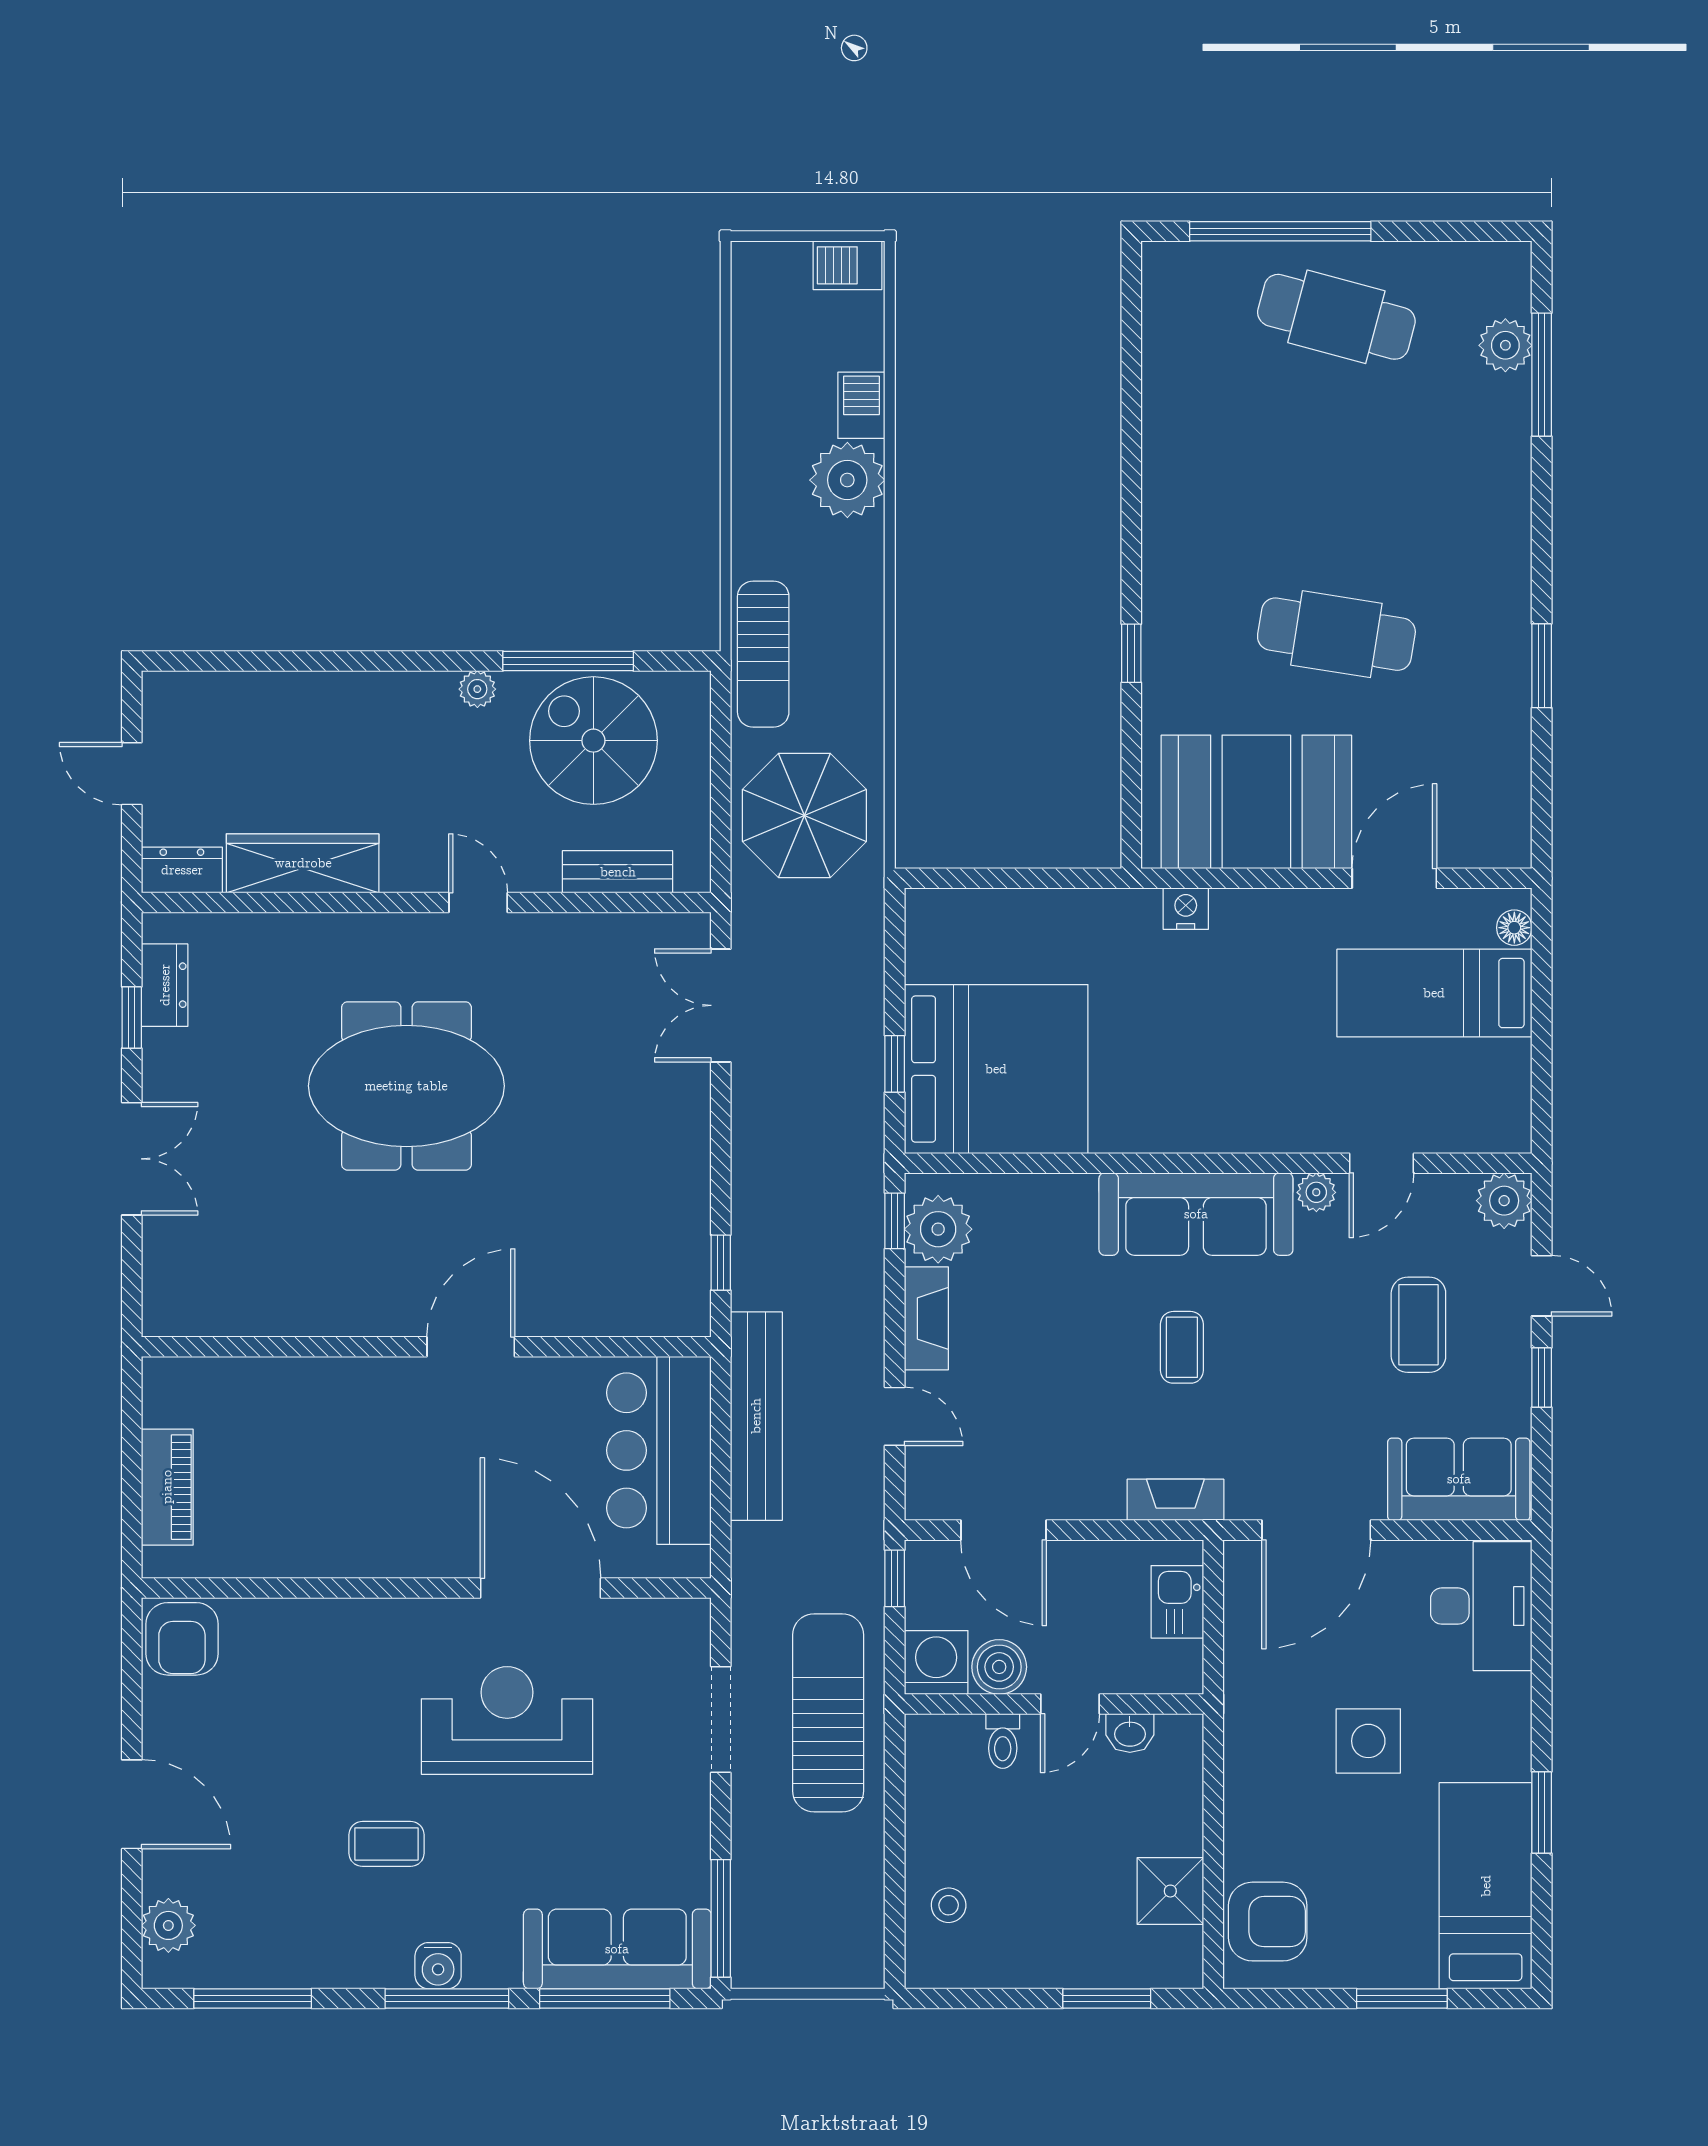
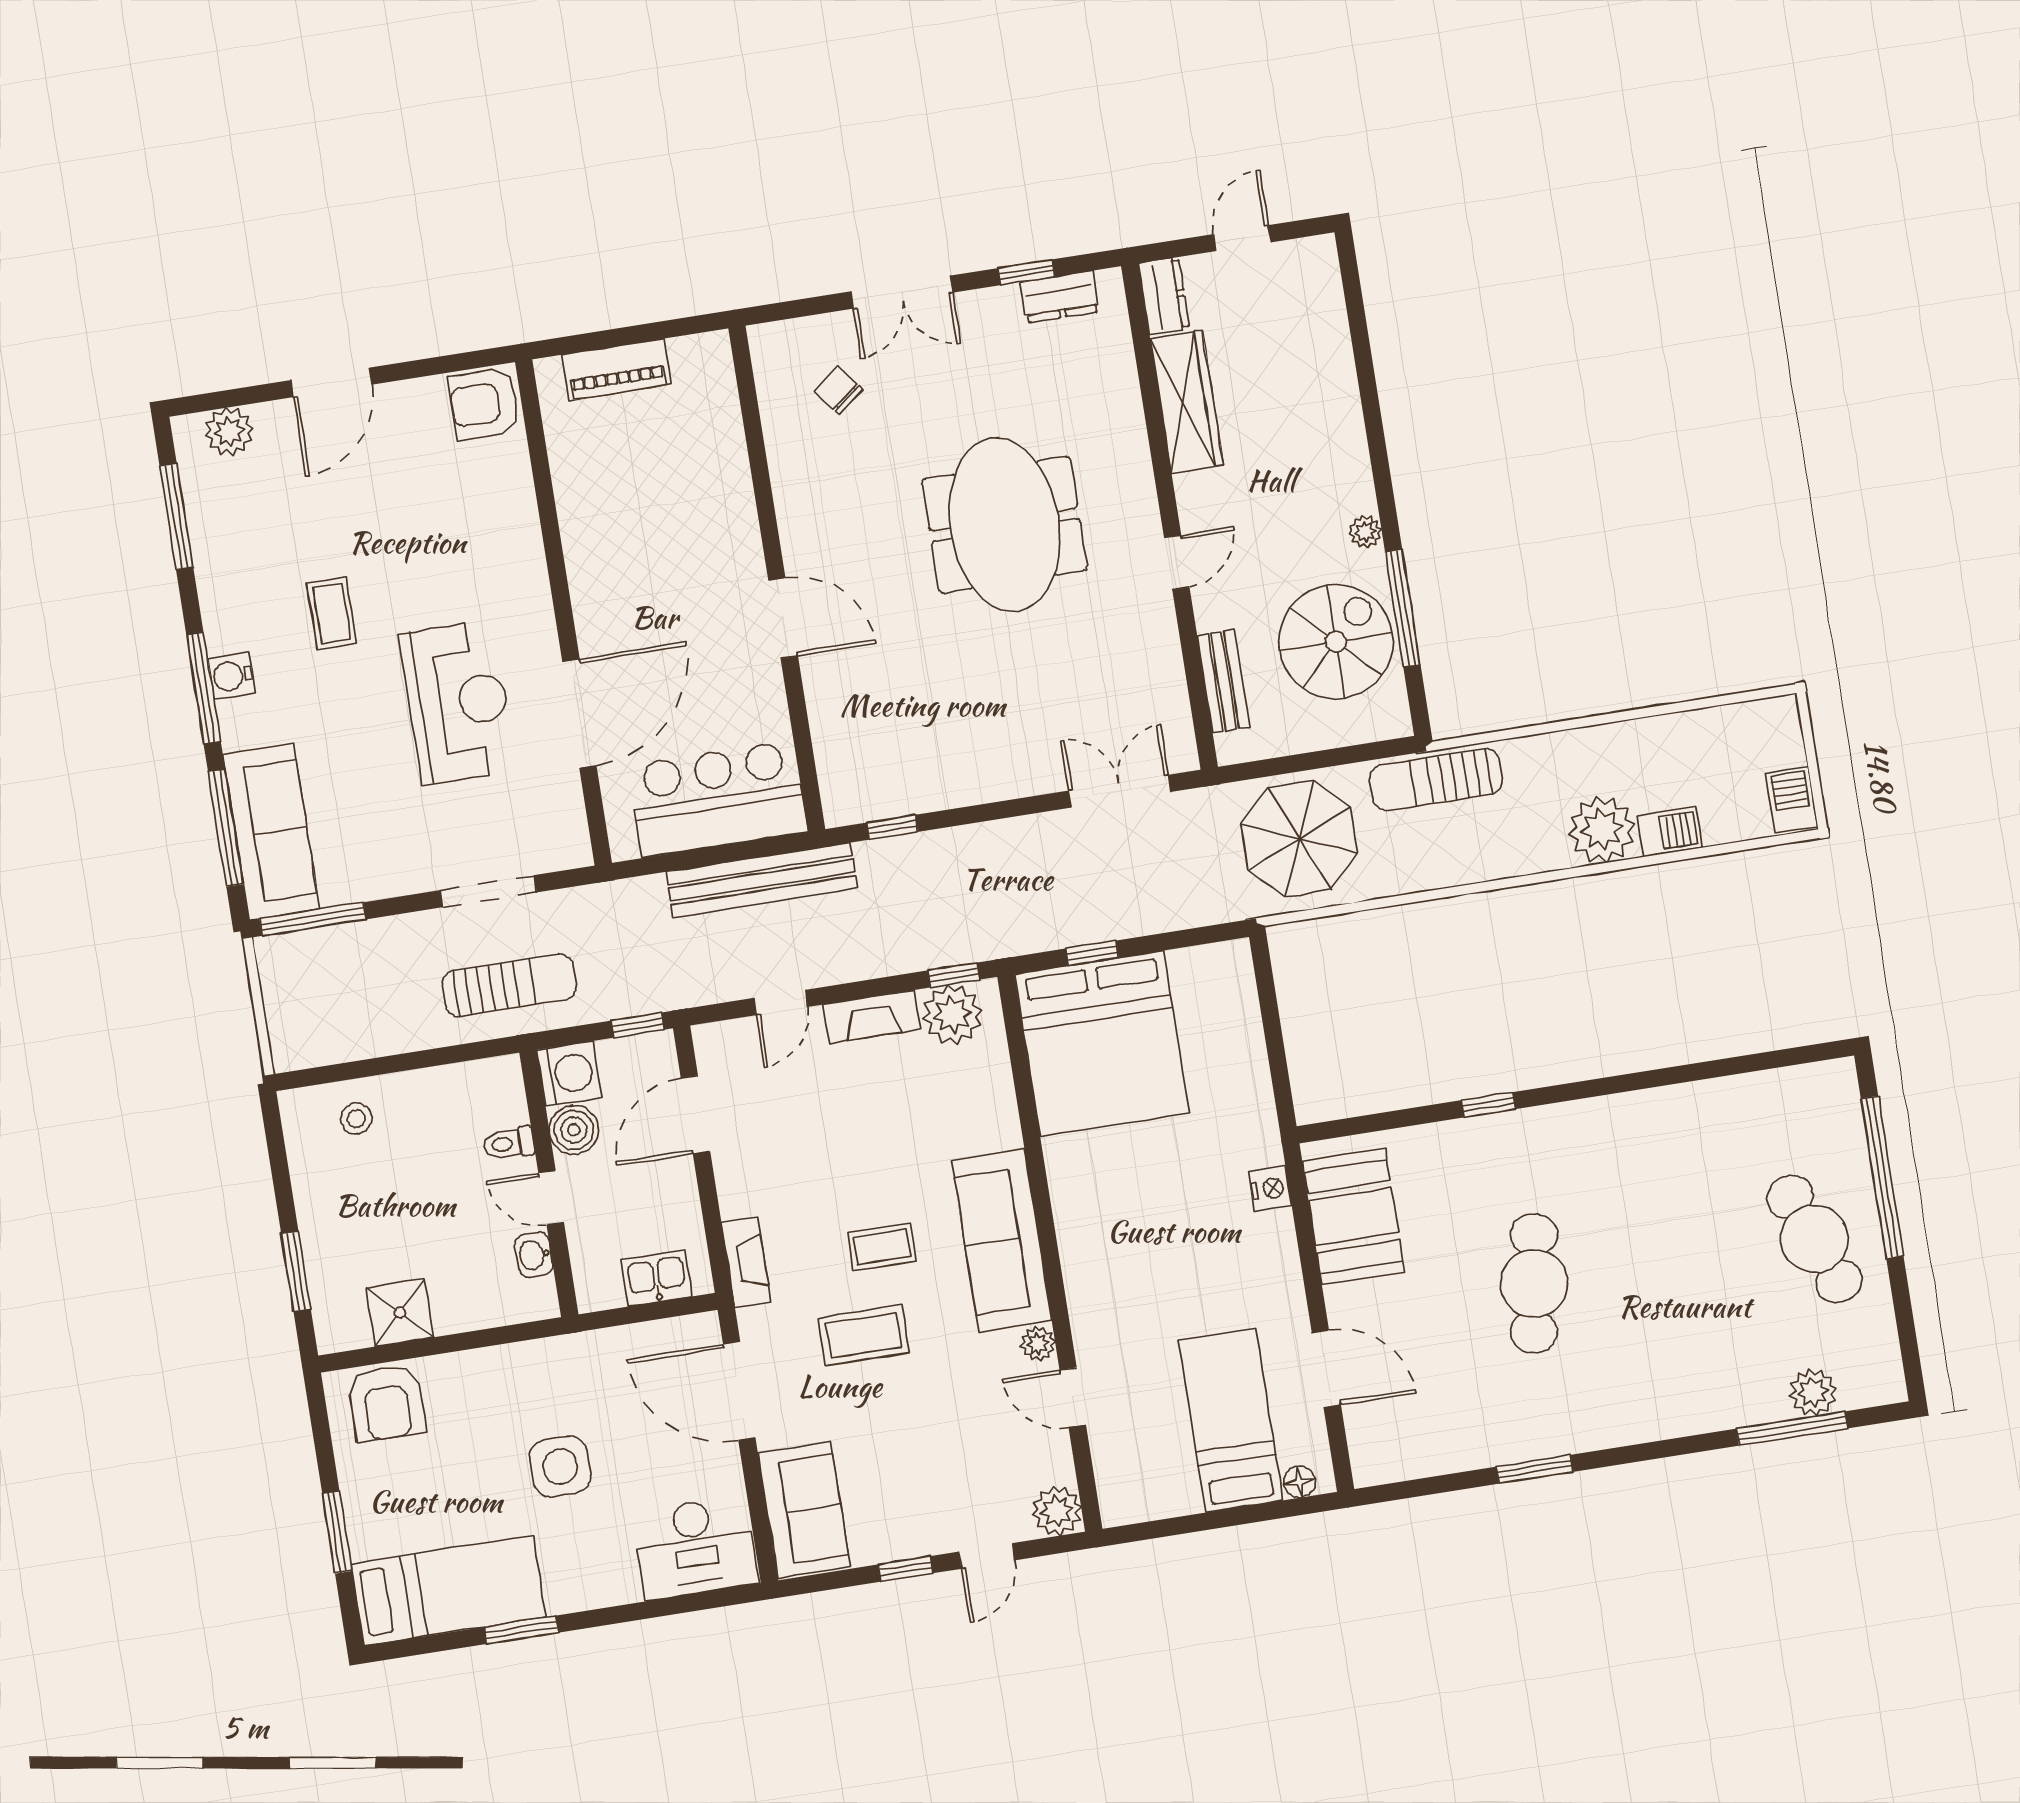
cafe table: (1336, 317) -> (1814, 1239), turned -36
booth: (1256, 802) -> (1353, 1217), width x0.73, depth x0.70
chair: (229, 1246) -> (838, 390), added
coffee table: (1418, 1325) -> (864, 1335), moved
sun lounger: (828, 1713) -> (509, 985), width x0.73, depth x0.75

